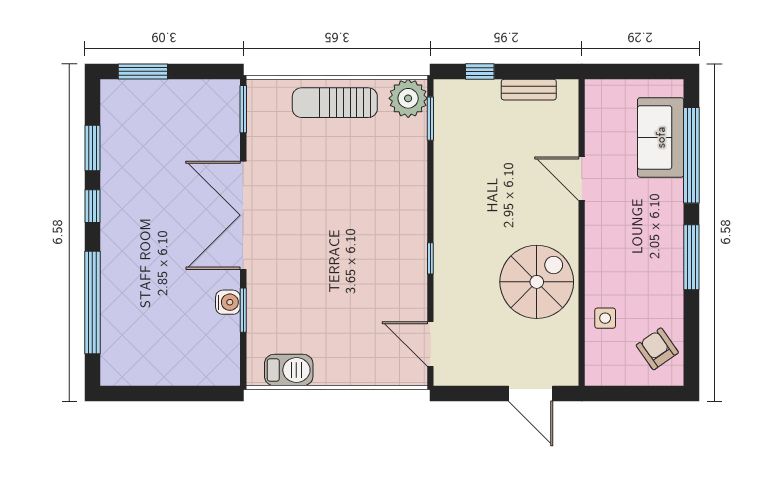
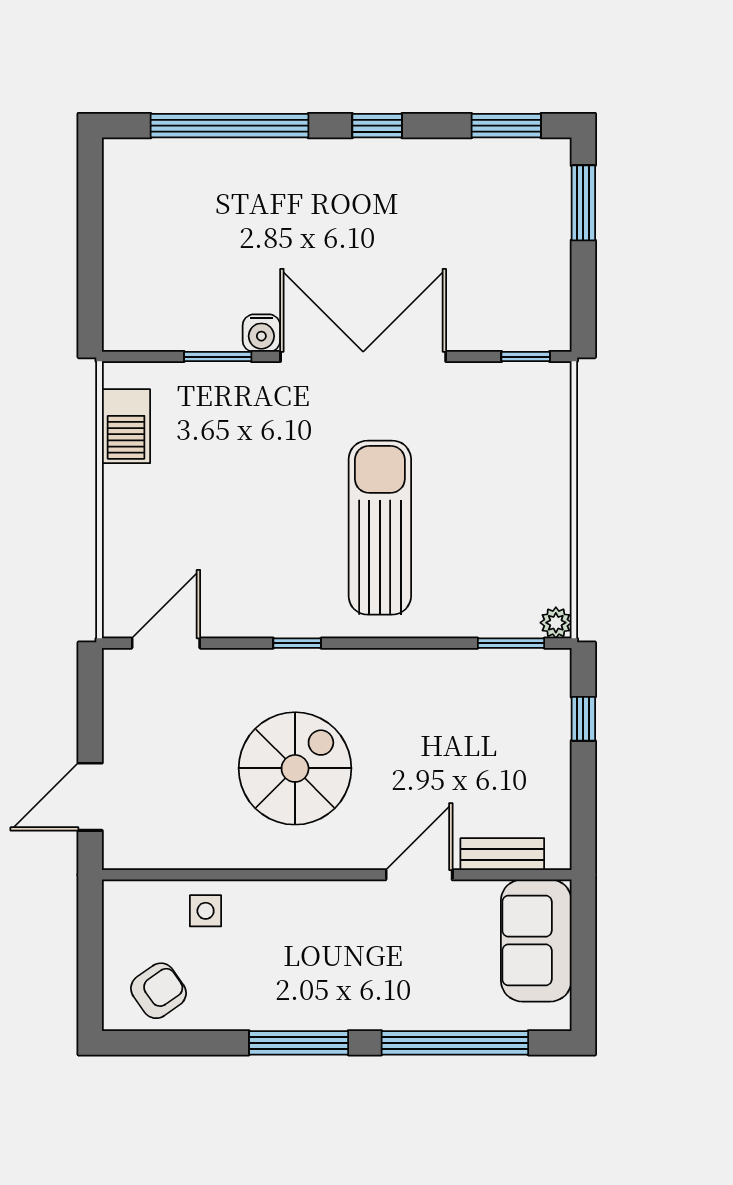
bench: (529, 90) -> (502, 854), moved, turned 90
plant: (408, 98) -> (556, 623), width x0.53, depth x0.53
sun lounger: (335, 103) -> (380, 528), moved, width x1.36, depth x1.34
window: (243, 109) -> (526, 357), width x0.67
sofa: (661, 137) -> (536, 941), moved, turned -90
window: (92, 148) -> (506, 126), moved
spiral stairs: (537, 282) -> (295, 768), moved, turned -90
water cooler: (228, 302) -> (261, 333), moved

